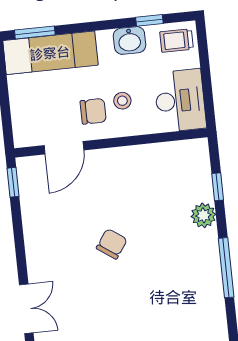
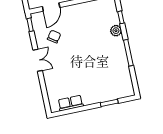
chair: (112, 244) -> (54, 37), moved
double door: (26, 309) -> (38, 60), moved

